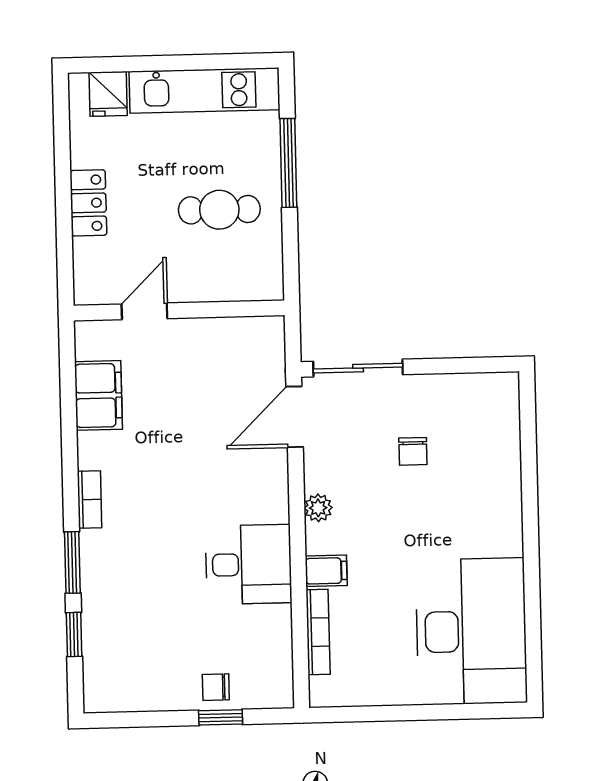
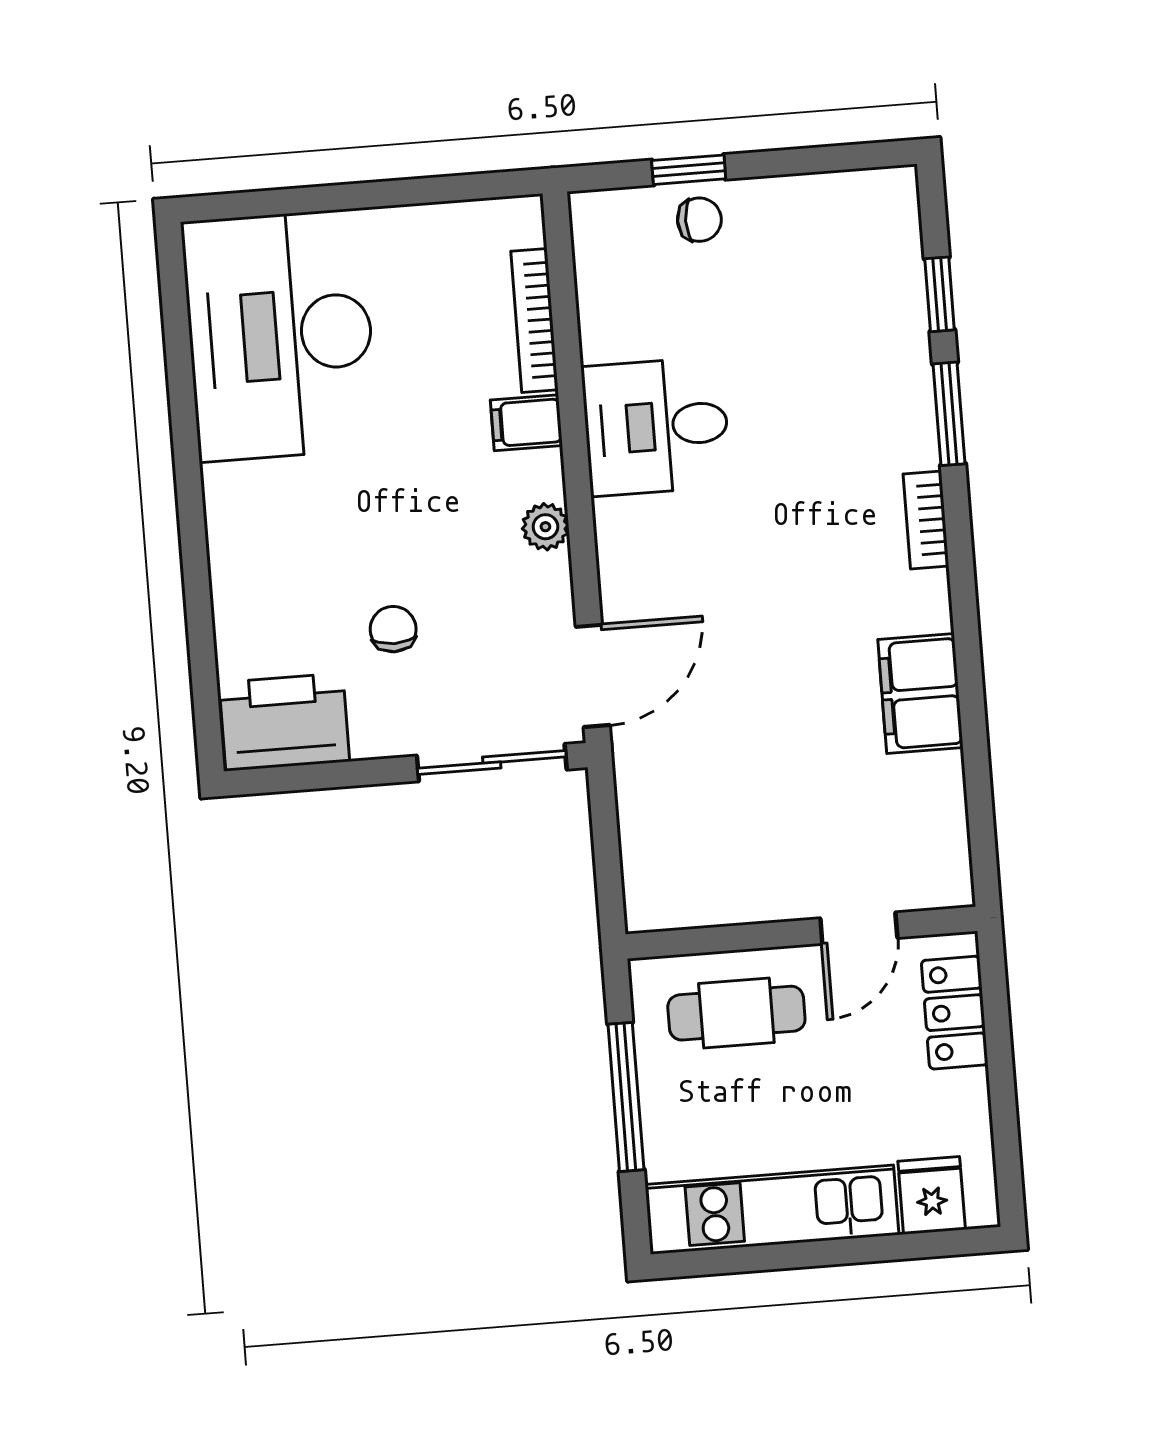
wall: (179, 310) -> (801, 933), moved
door: (144, 311) -> (859, 928), moved
printer: (481, 399) -> (284, 722), added

